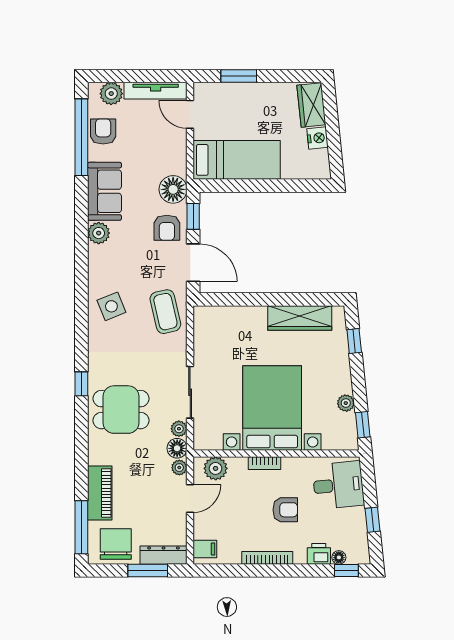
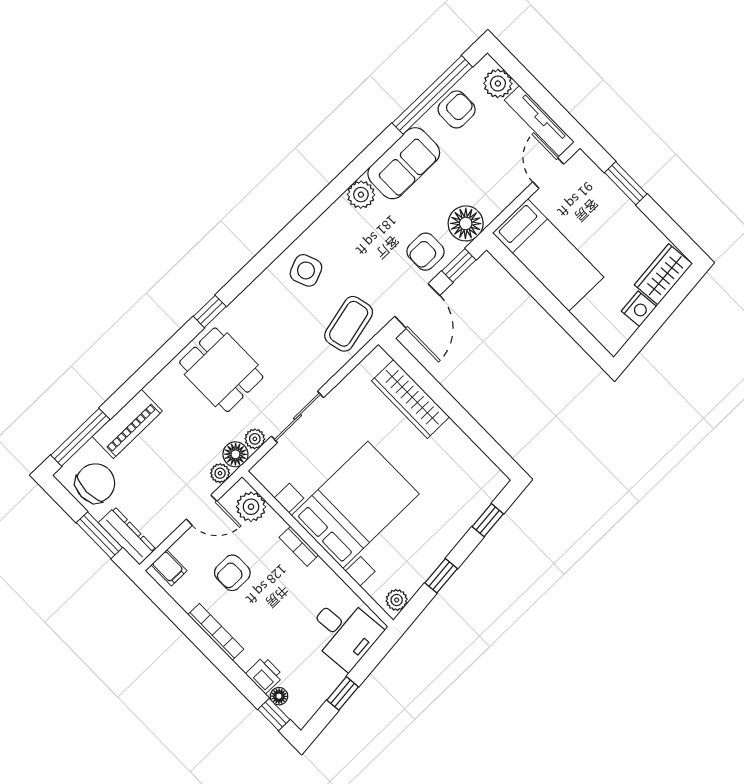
wardrobe: (300, 318) -> (410, 399), moved
plant: (346, 403) -> (397, 600), moved
window: (363, 425) -> (441, 576), moved
armchair: (285, 510) -> (232, 573), moved, turned 90

